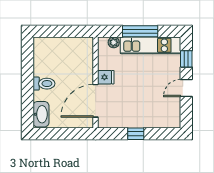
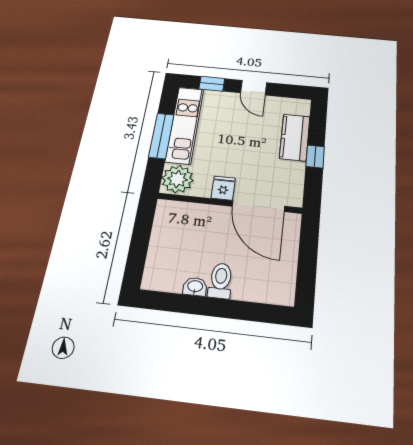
plant: (114, 42) -> (177, 179), width x1.88, depth x1.88
washbasin: (41, 114) -> (195, 287), moved, width x0.52, depth x0.69
kitchen counter: (149, 119) -> (295, 137), added

